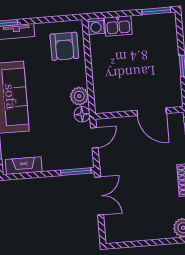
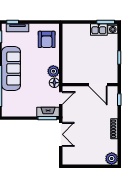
washing machine: (96, 26) -> (113, 28), moved
kitchen sink: (118, 26) -> (99, 29), moved
fireplace: (24, 166) -> (48, 112), moved

